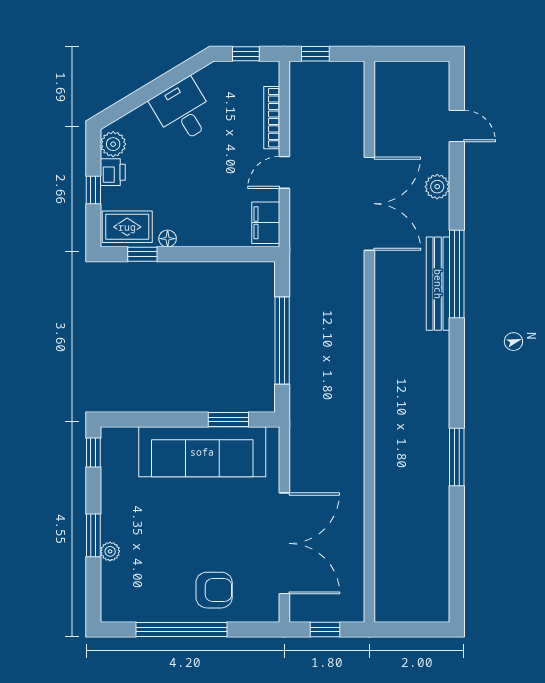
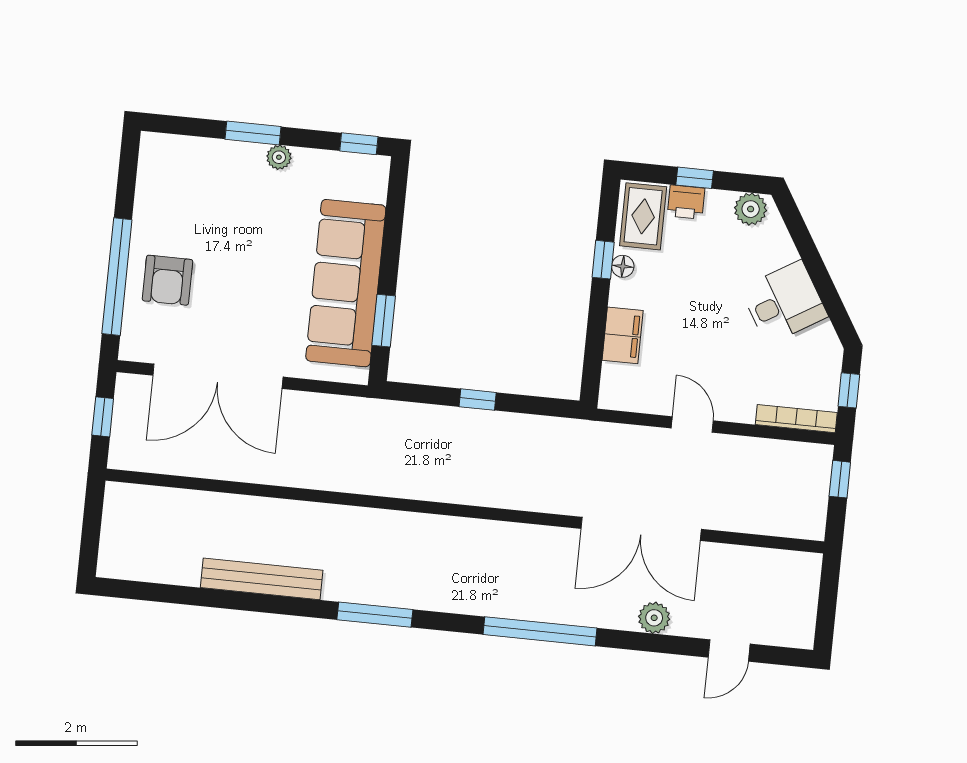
bookcase: (272, 118) -> (796, 419), moved
printer: (113, 172) -> (686, 202), moved
filing cabinet: (266, 223) -> (623, 335), moved, turned 90
window: (142, 254) -> (603, 260), moved
bench: (438, 284) -> (262, 579), moved
window: (282, 341) -> (478, 400), width x0.32
window: (457, 457) -> (375, 615), moved
plant: (110, 551) -> (279, 157), moved
window: (181, 629) -> (117, 277), moved

